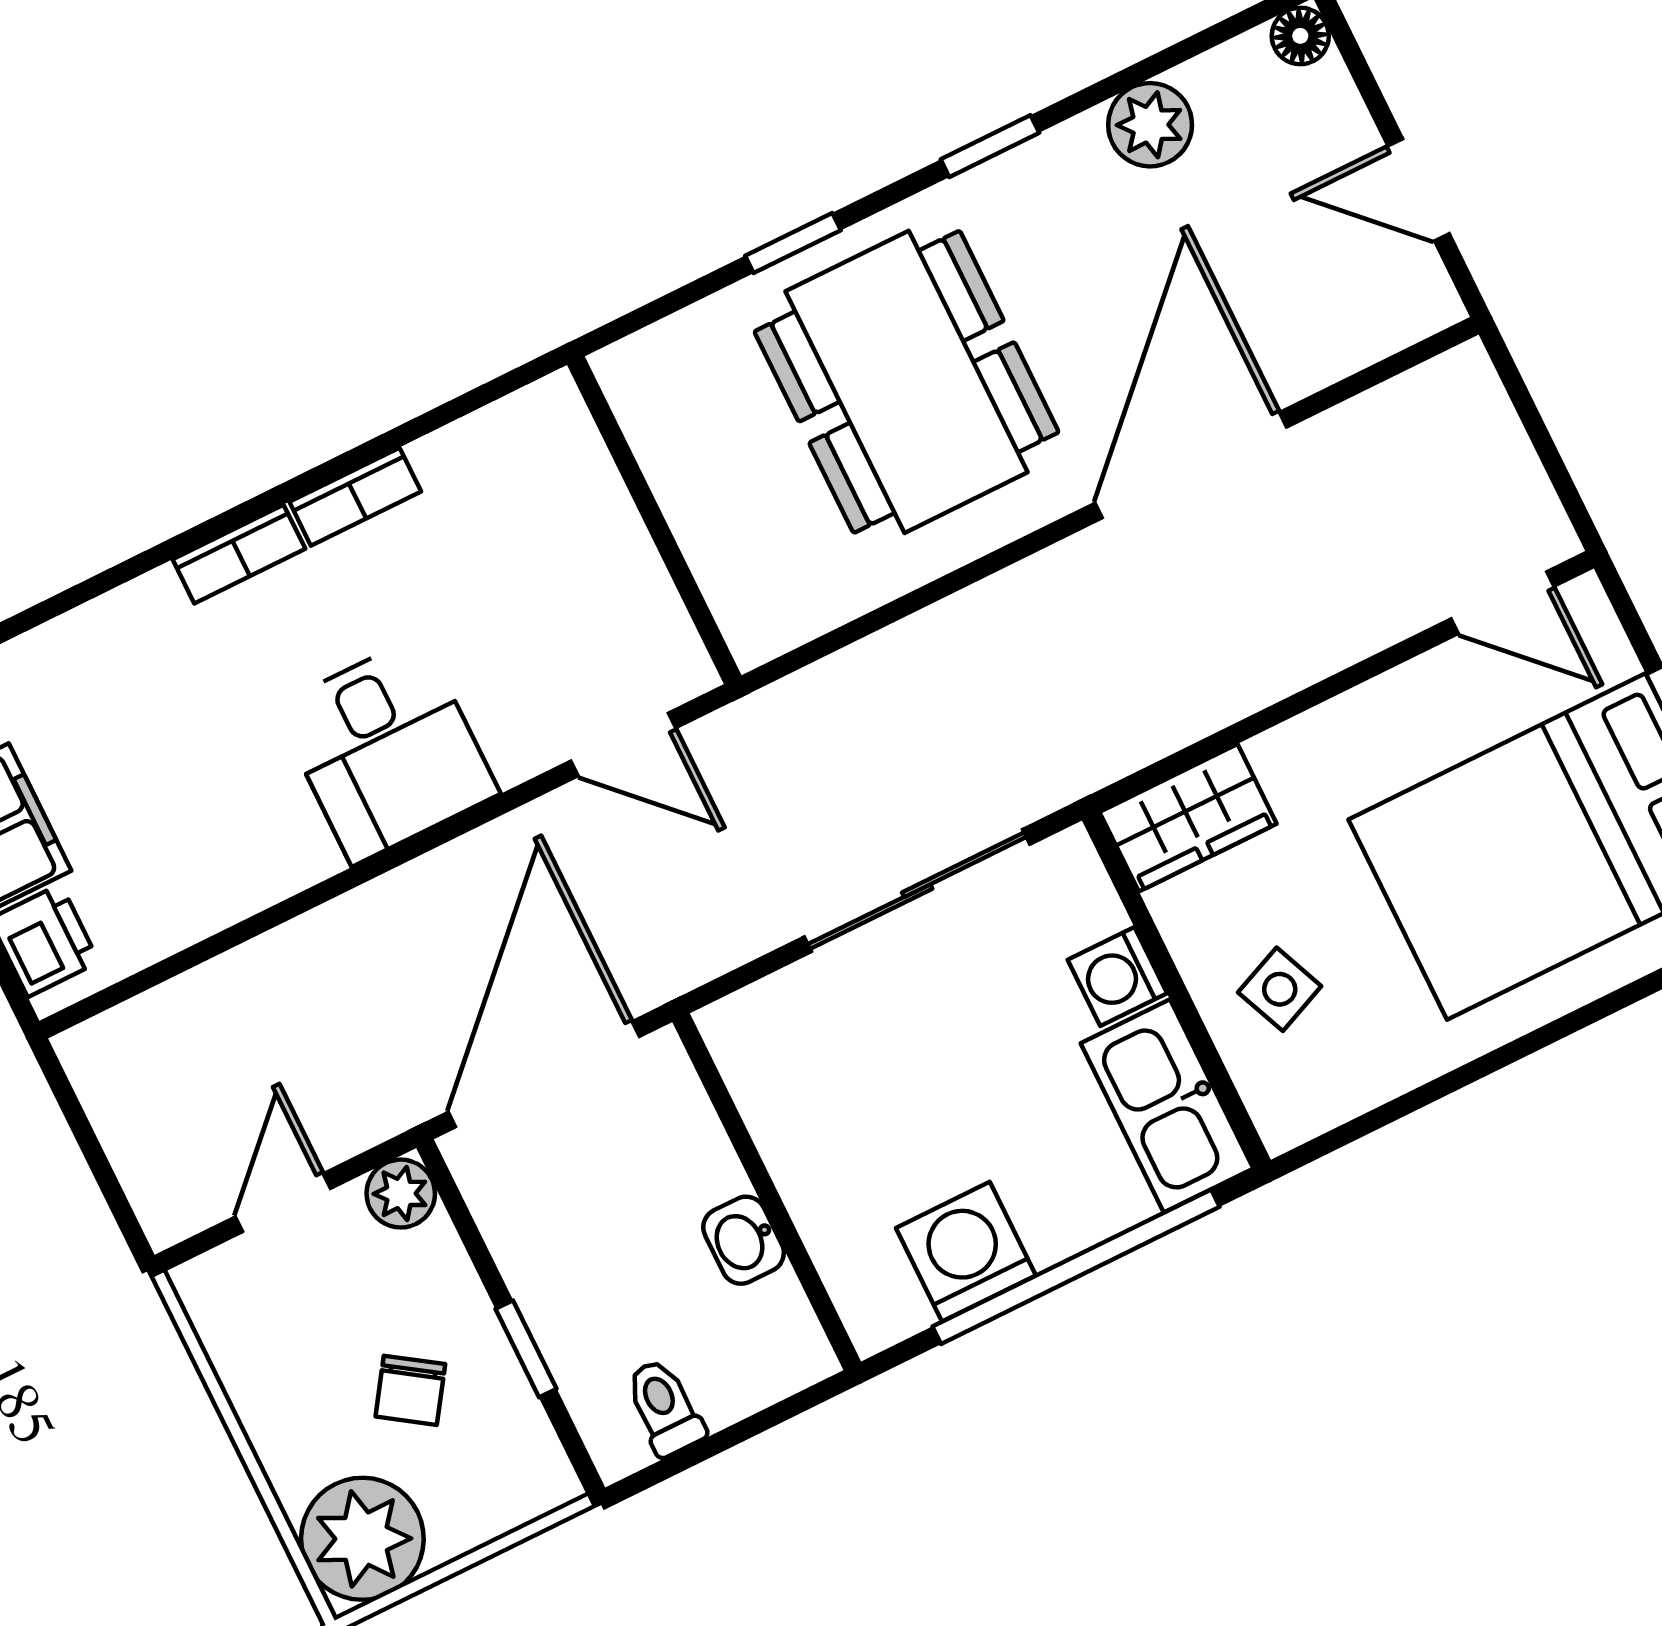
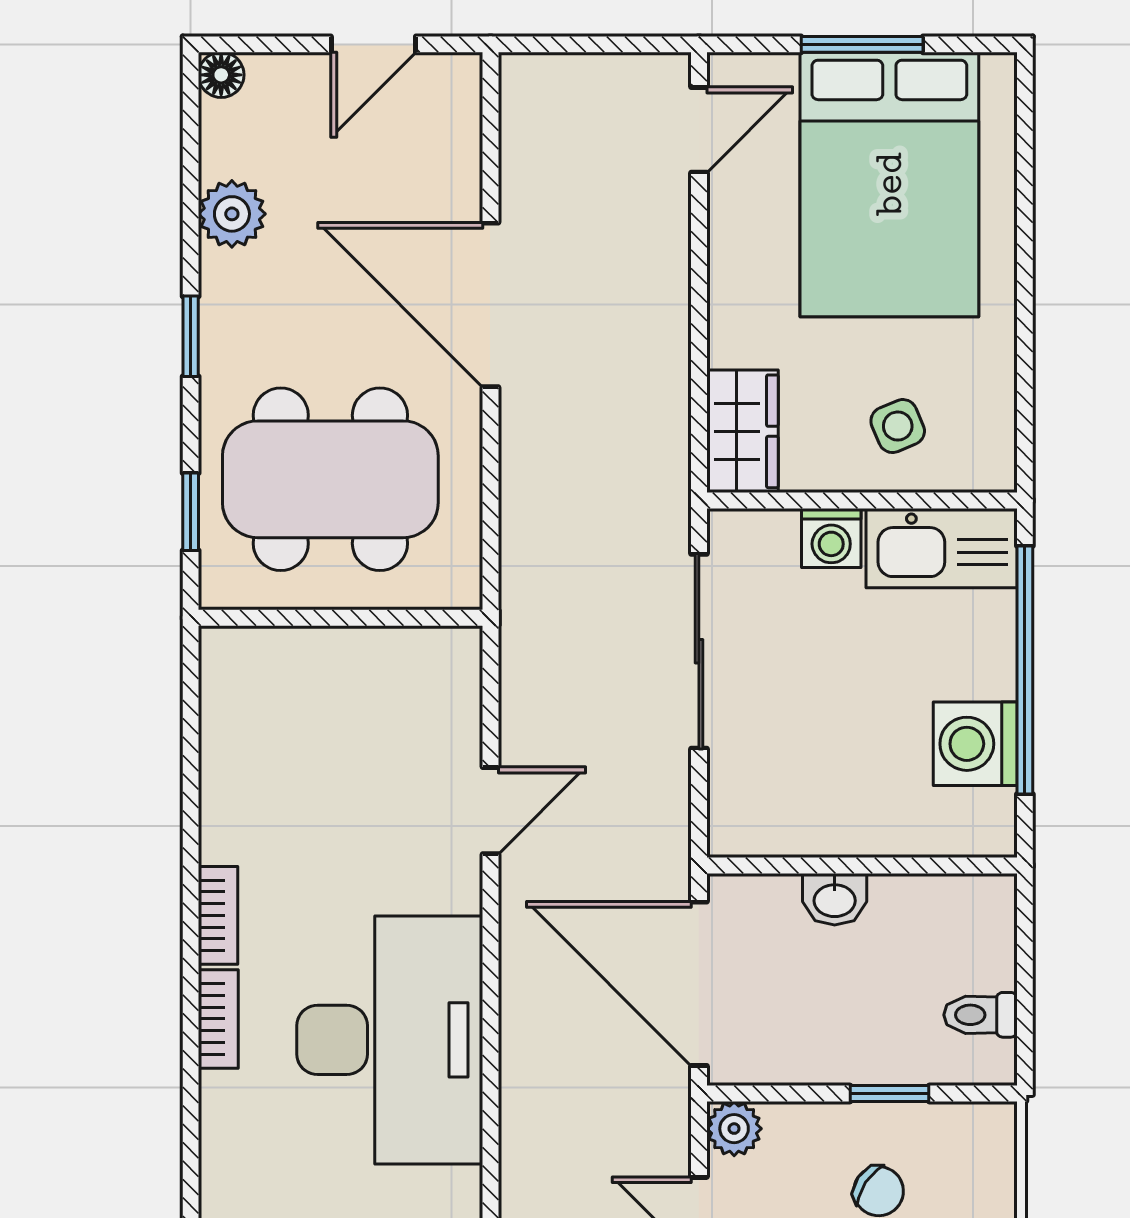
wall: (654, 520) -> (341, 618), moved
desk: (387, 750) -> (390, 1040), width x1.87, depth x1.30
washbasin: (744, 1240) -> (835, 899), moved

